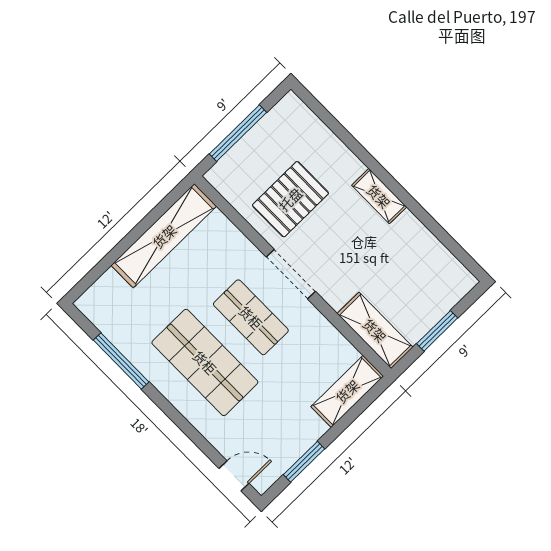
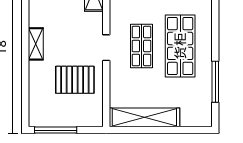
window: (238, 133) -> (56, 130), moved
doorway: (291, 274) -> (106, 48), width x0.73

